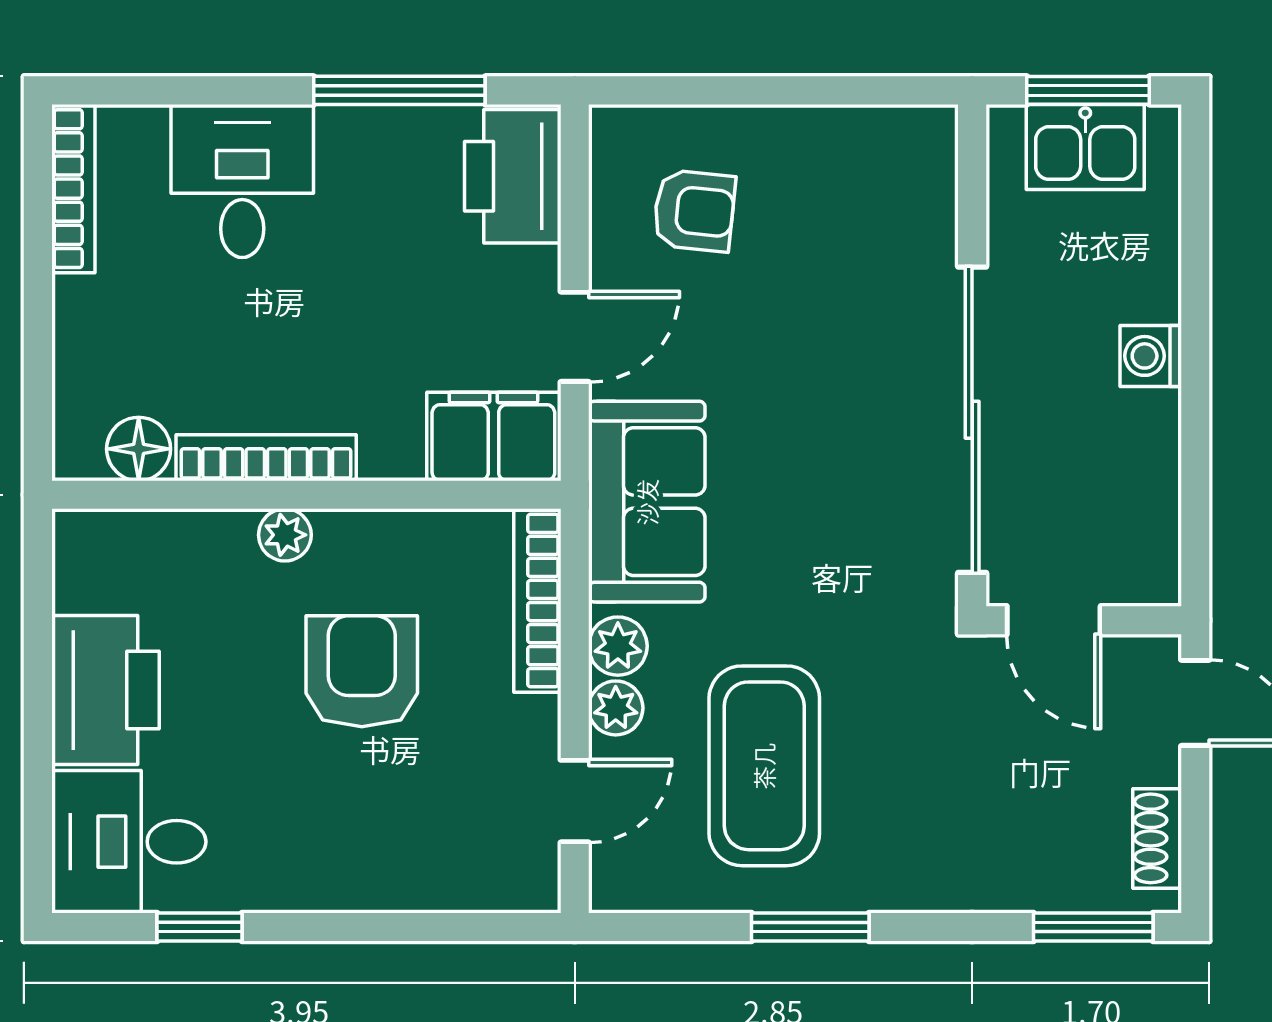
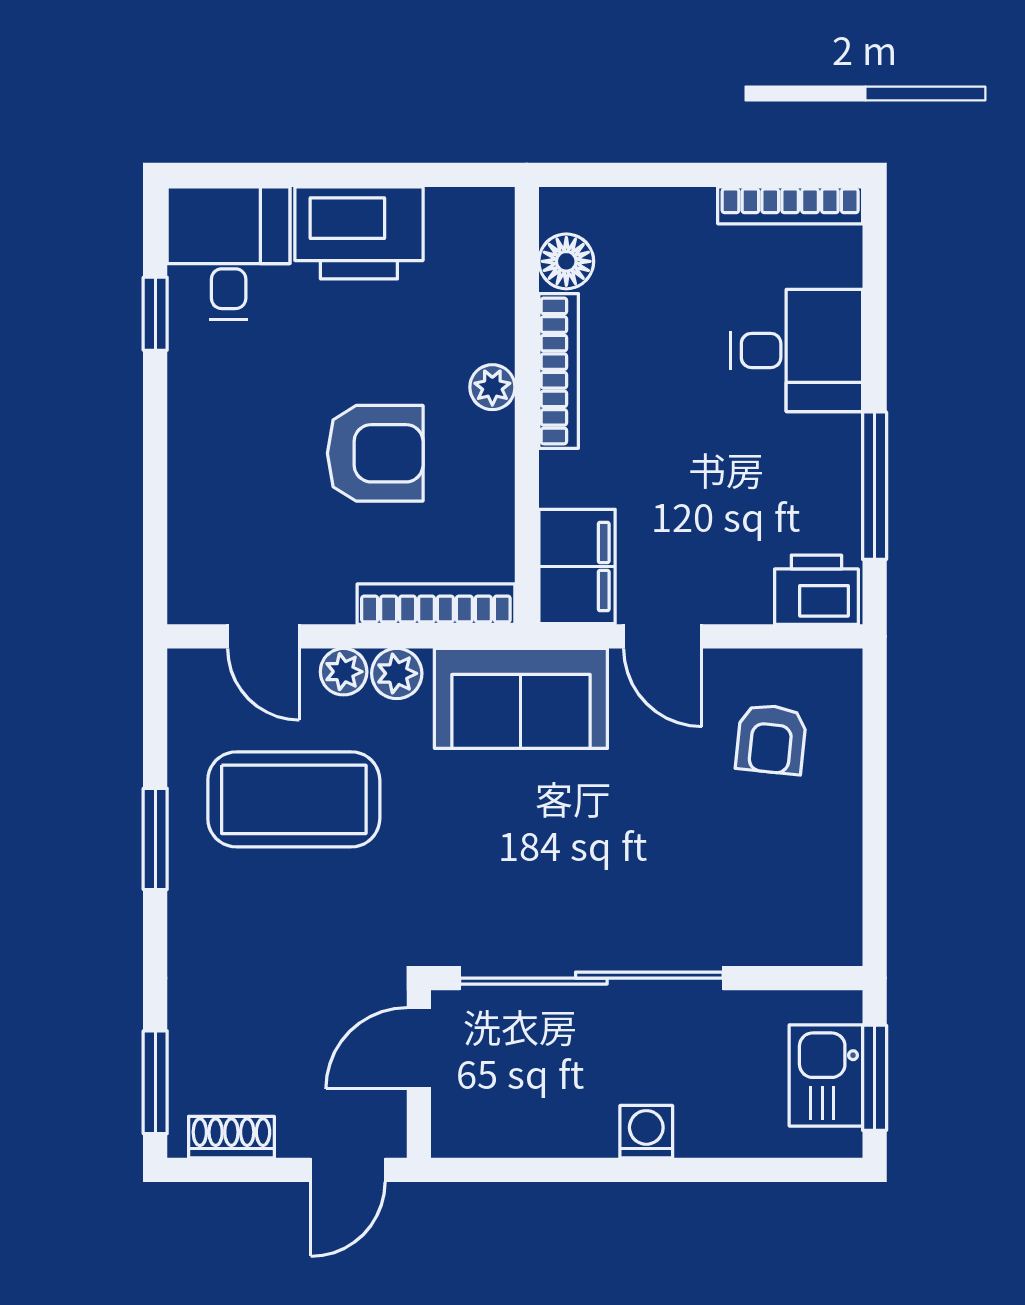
printer: (513, 176) -> (816, 590), width x0.73, depth x0.84

